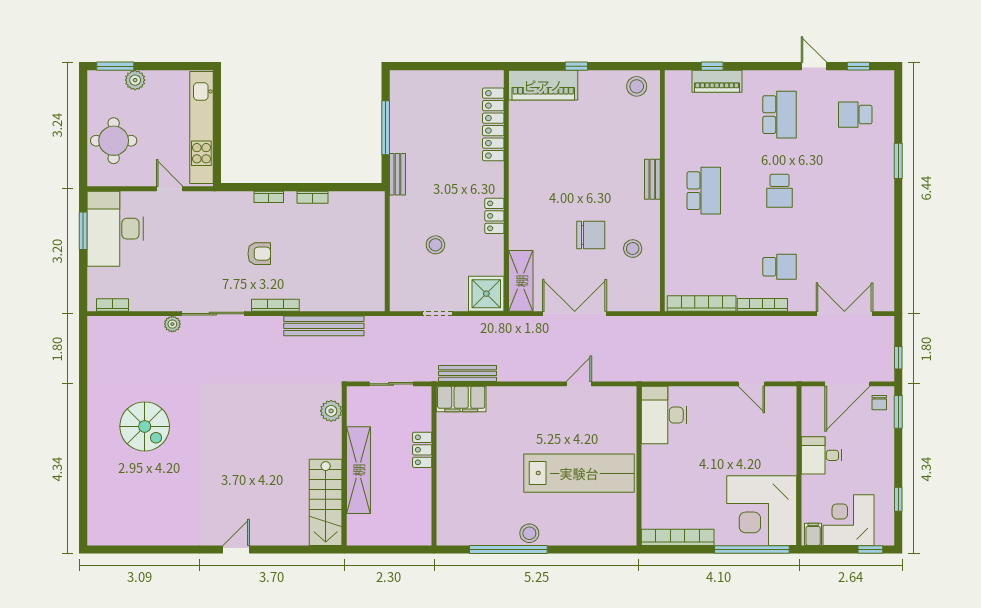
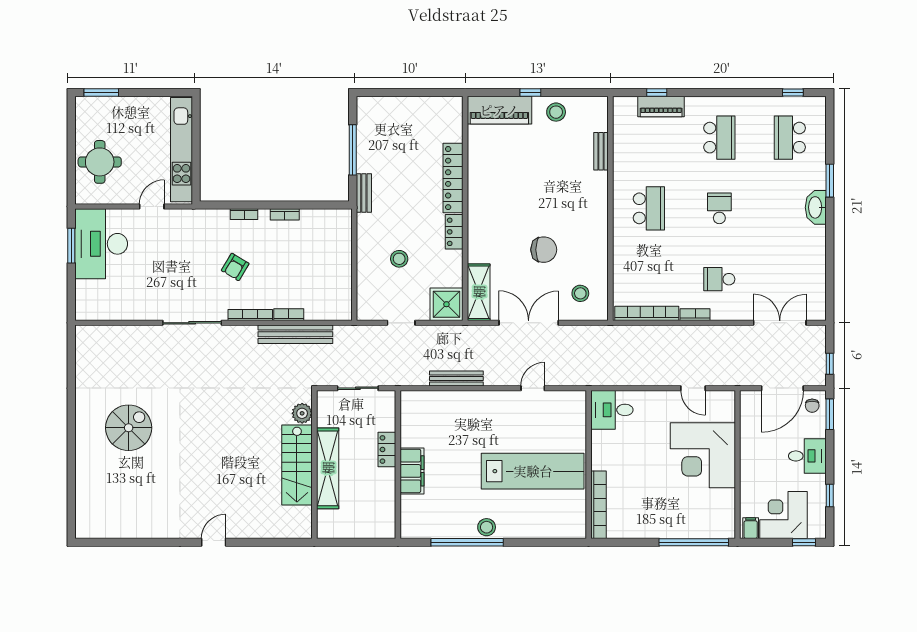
door: (814, 66) -> (751, 93), removed
plant: (135, 80) -> (120, 105), removed
stool: (637, 86) -> (556, 112), moved
school desk: (855, 115) -> (790, 138), width x1.85
locker: (493, 124) -> (453, 178), moved
bench: (652, 179) -> (601, 151), moved
door: (170, 189) -> (152, 207), hinge flipped
washbasin: (883, 190) -> (816, 207), added
school desk: (780, 191) -> (719, 208), turned 180
stool: (633, 249) -> (580, 293), moved
armchair: (259, 254) -> (235, 267), turned 121
school desk: (780, 267) -> (719, 279), turned 180
bookcase: (113, 305) -> (289, 315), moved
bookcase: (762, 305) -> (695, 315), width x0.64
plant: (172, 324) -> (154, 333), removed
bench: (468, 373) -> (456, 378), moved
filing cabinet: (461, 399) -> (412, 471), moved, turned -90
desk: (664, 415) -> (612, 410), width x0.73
spiral stairs: (145, 426) -> (129, 428), turned -90
desk: (822, 455) -> (807, 456), moved, turned 180
stairs: (326, 502) -> (297, 465), moved
corner desk: (762, 511) -> (703, 455), moved
bookcase: (678, 537) -> (598, 505), moved, turned 90

